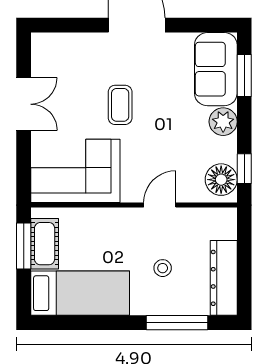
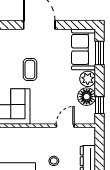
floor lamp: (221, 180) -> (87, 97), moved
door: (160, 205) -> (65, 126), moved

